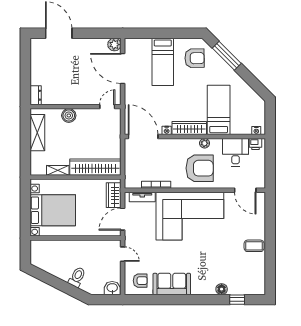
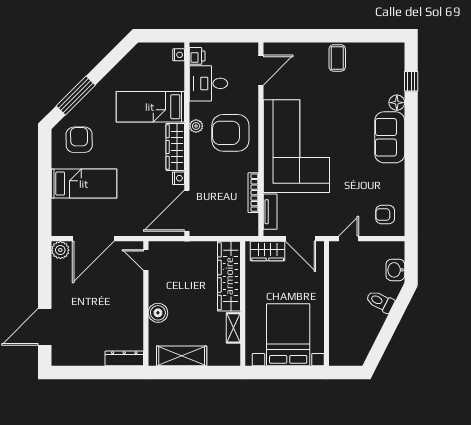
dresser: (36, 95) -> (124, 358), width x1.44
armchair: (200, 168) -> (230, 133), turned -90
armchair: (140, 281) -> (385, 215), turned -90
sofa: (172, 284) -> (390, 137), moved
washbasin: (112, 288) -> (395, 270), moved

